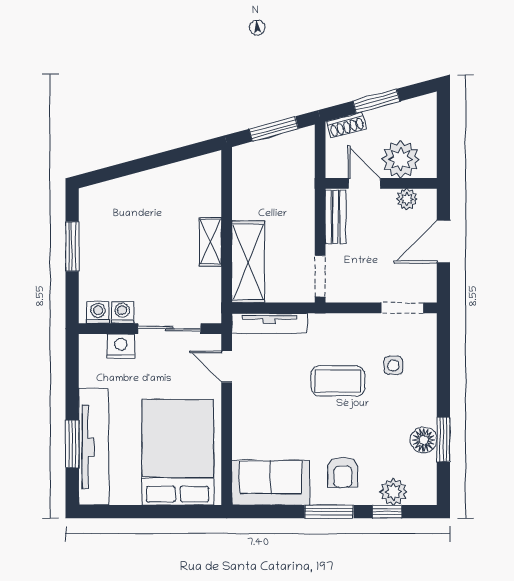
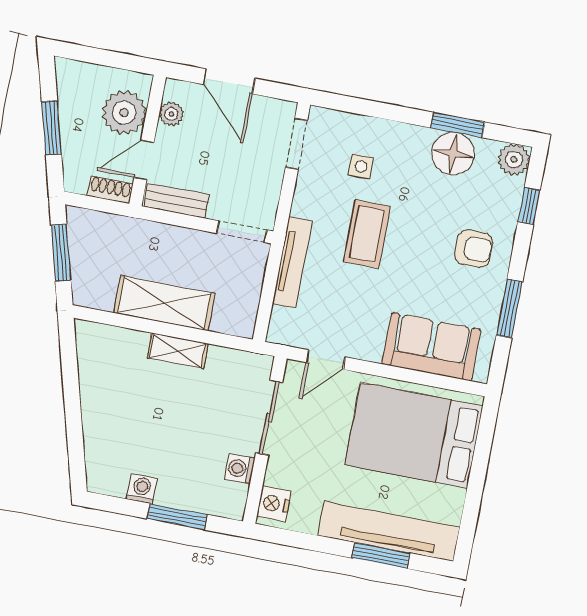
shoe rack: (346, 125) -> (110, 190), moved, turned -75
window: (72, 246) -> (177, 517), moved
shelving: (248, 262) -> (164, 303), moved
washing machine: (98, 313) -> (142, 489), moved, turned 90
tv unit: (269, 323) -> (292, 262), moved
nightstand: (121, 346) -> (274, 504), moved
floor lamp: (424, 440) -> (453, 154), width x1.38, depth x1.38
sofa: (271, 483) -> (431, 347), moved, turned 90
plant: (393, 492) -> (514, 160), moved
window: (329, 512) -> (509, 308), moved

